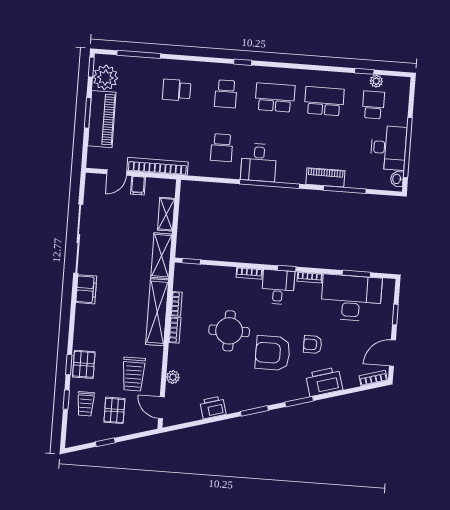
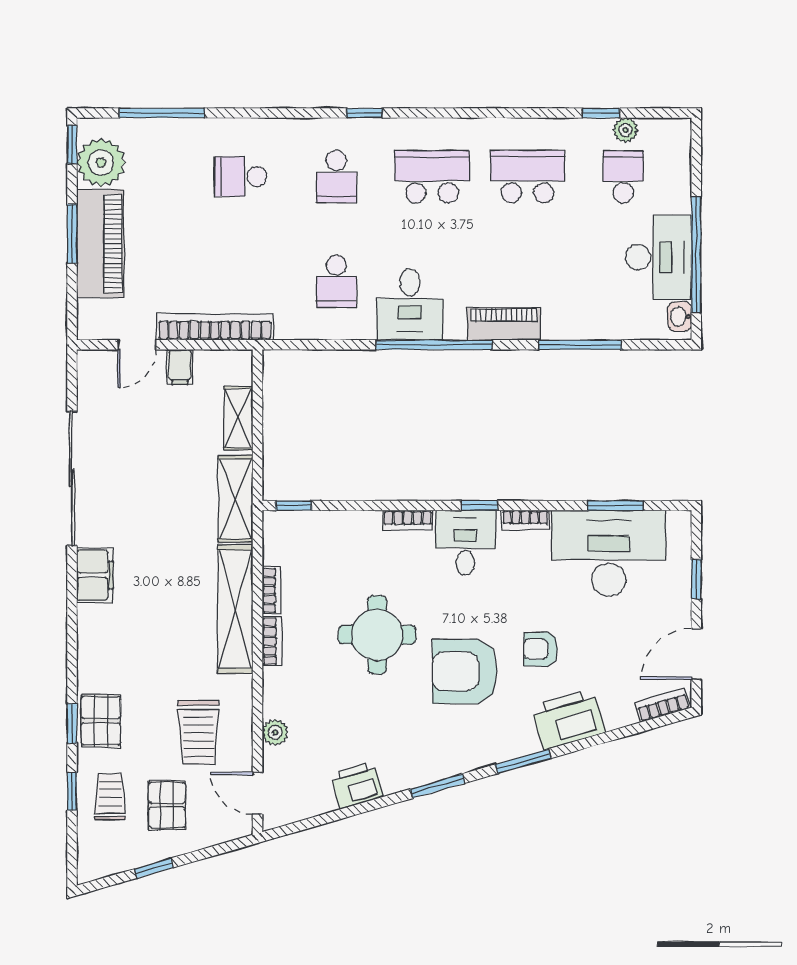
piano: (325, 177) -> (504, 324), moved
trolley: (86, 404) -> (110, 797), turned 180

